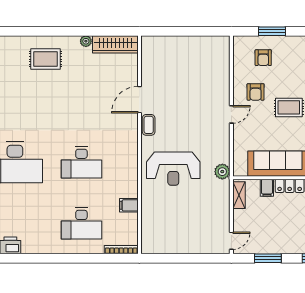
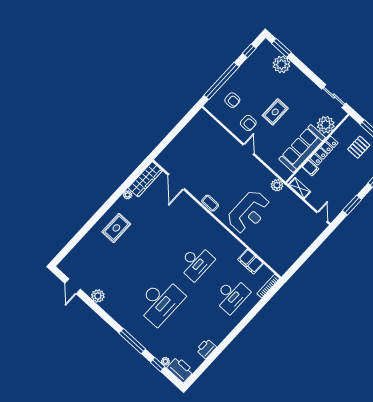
window: (272, 31) -> (222, 81), width x2.11
door: (139, 100) -> (176, 182), moved
filing cabinet: (129, 205) -> (250, 262), width x2.00

